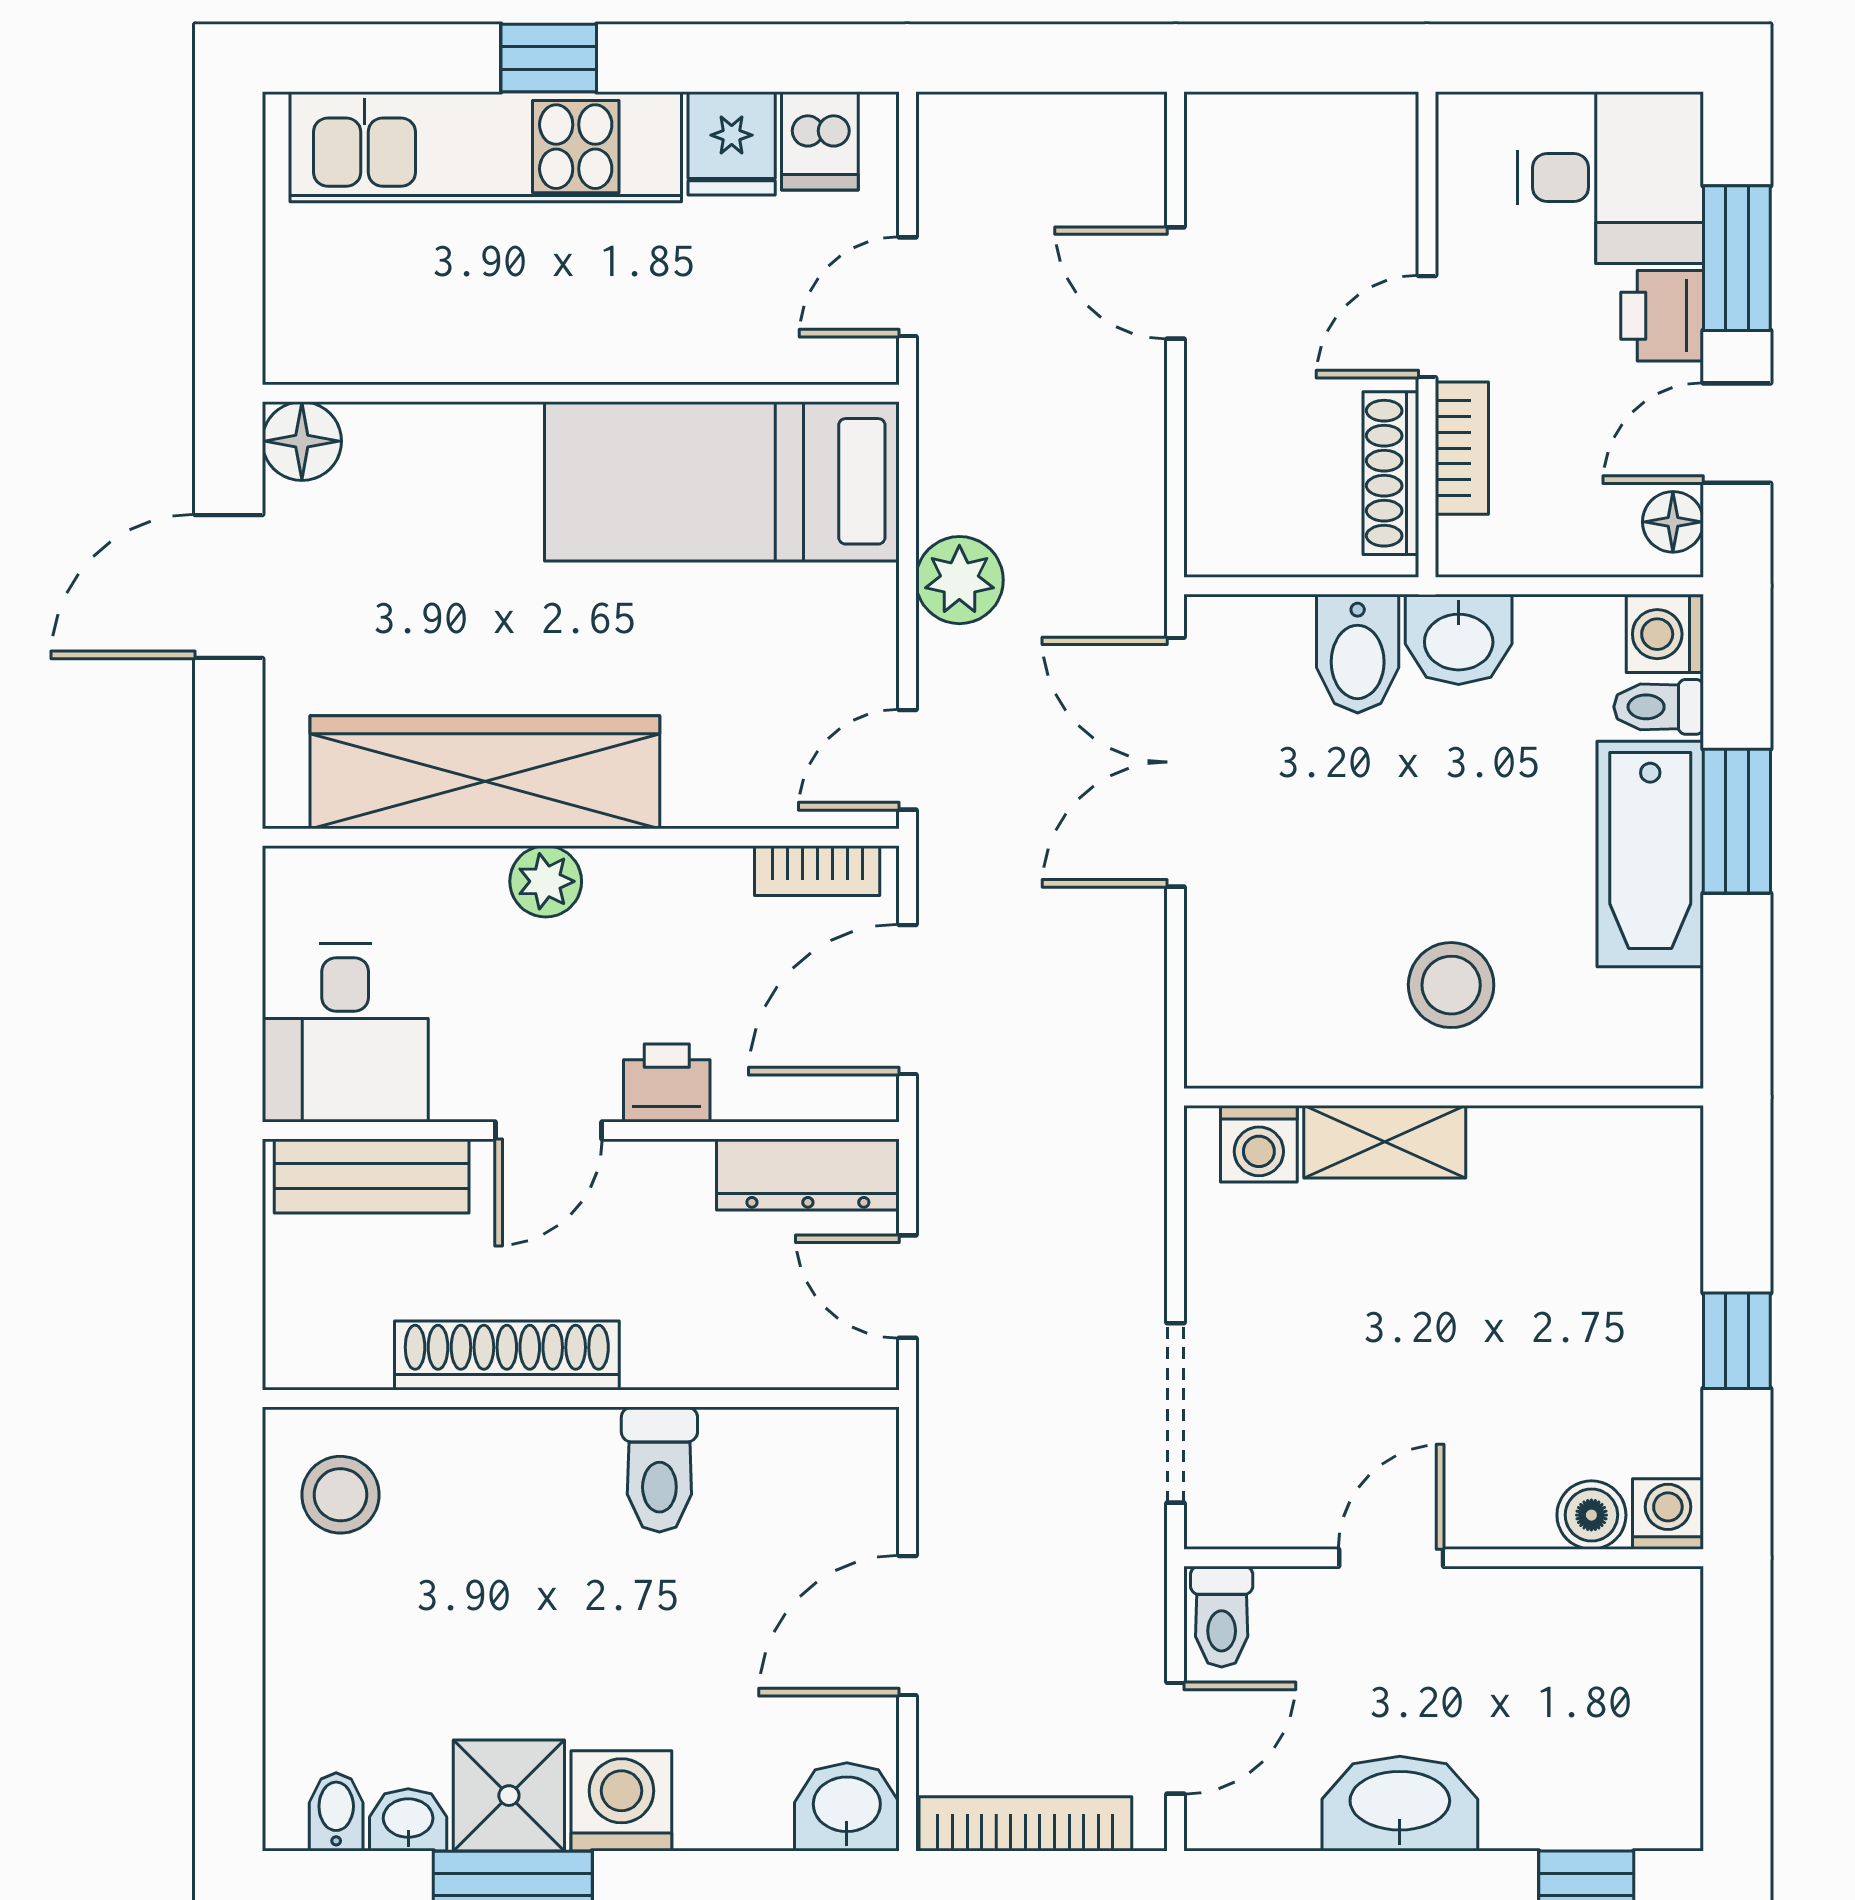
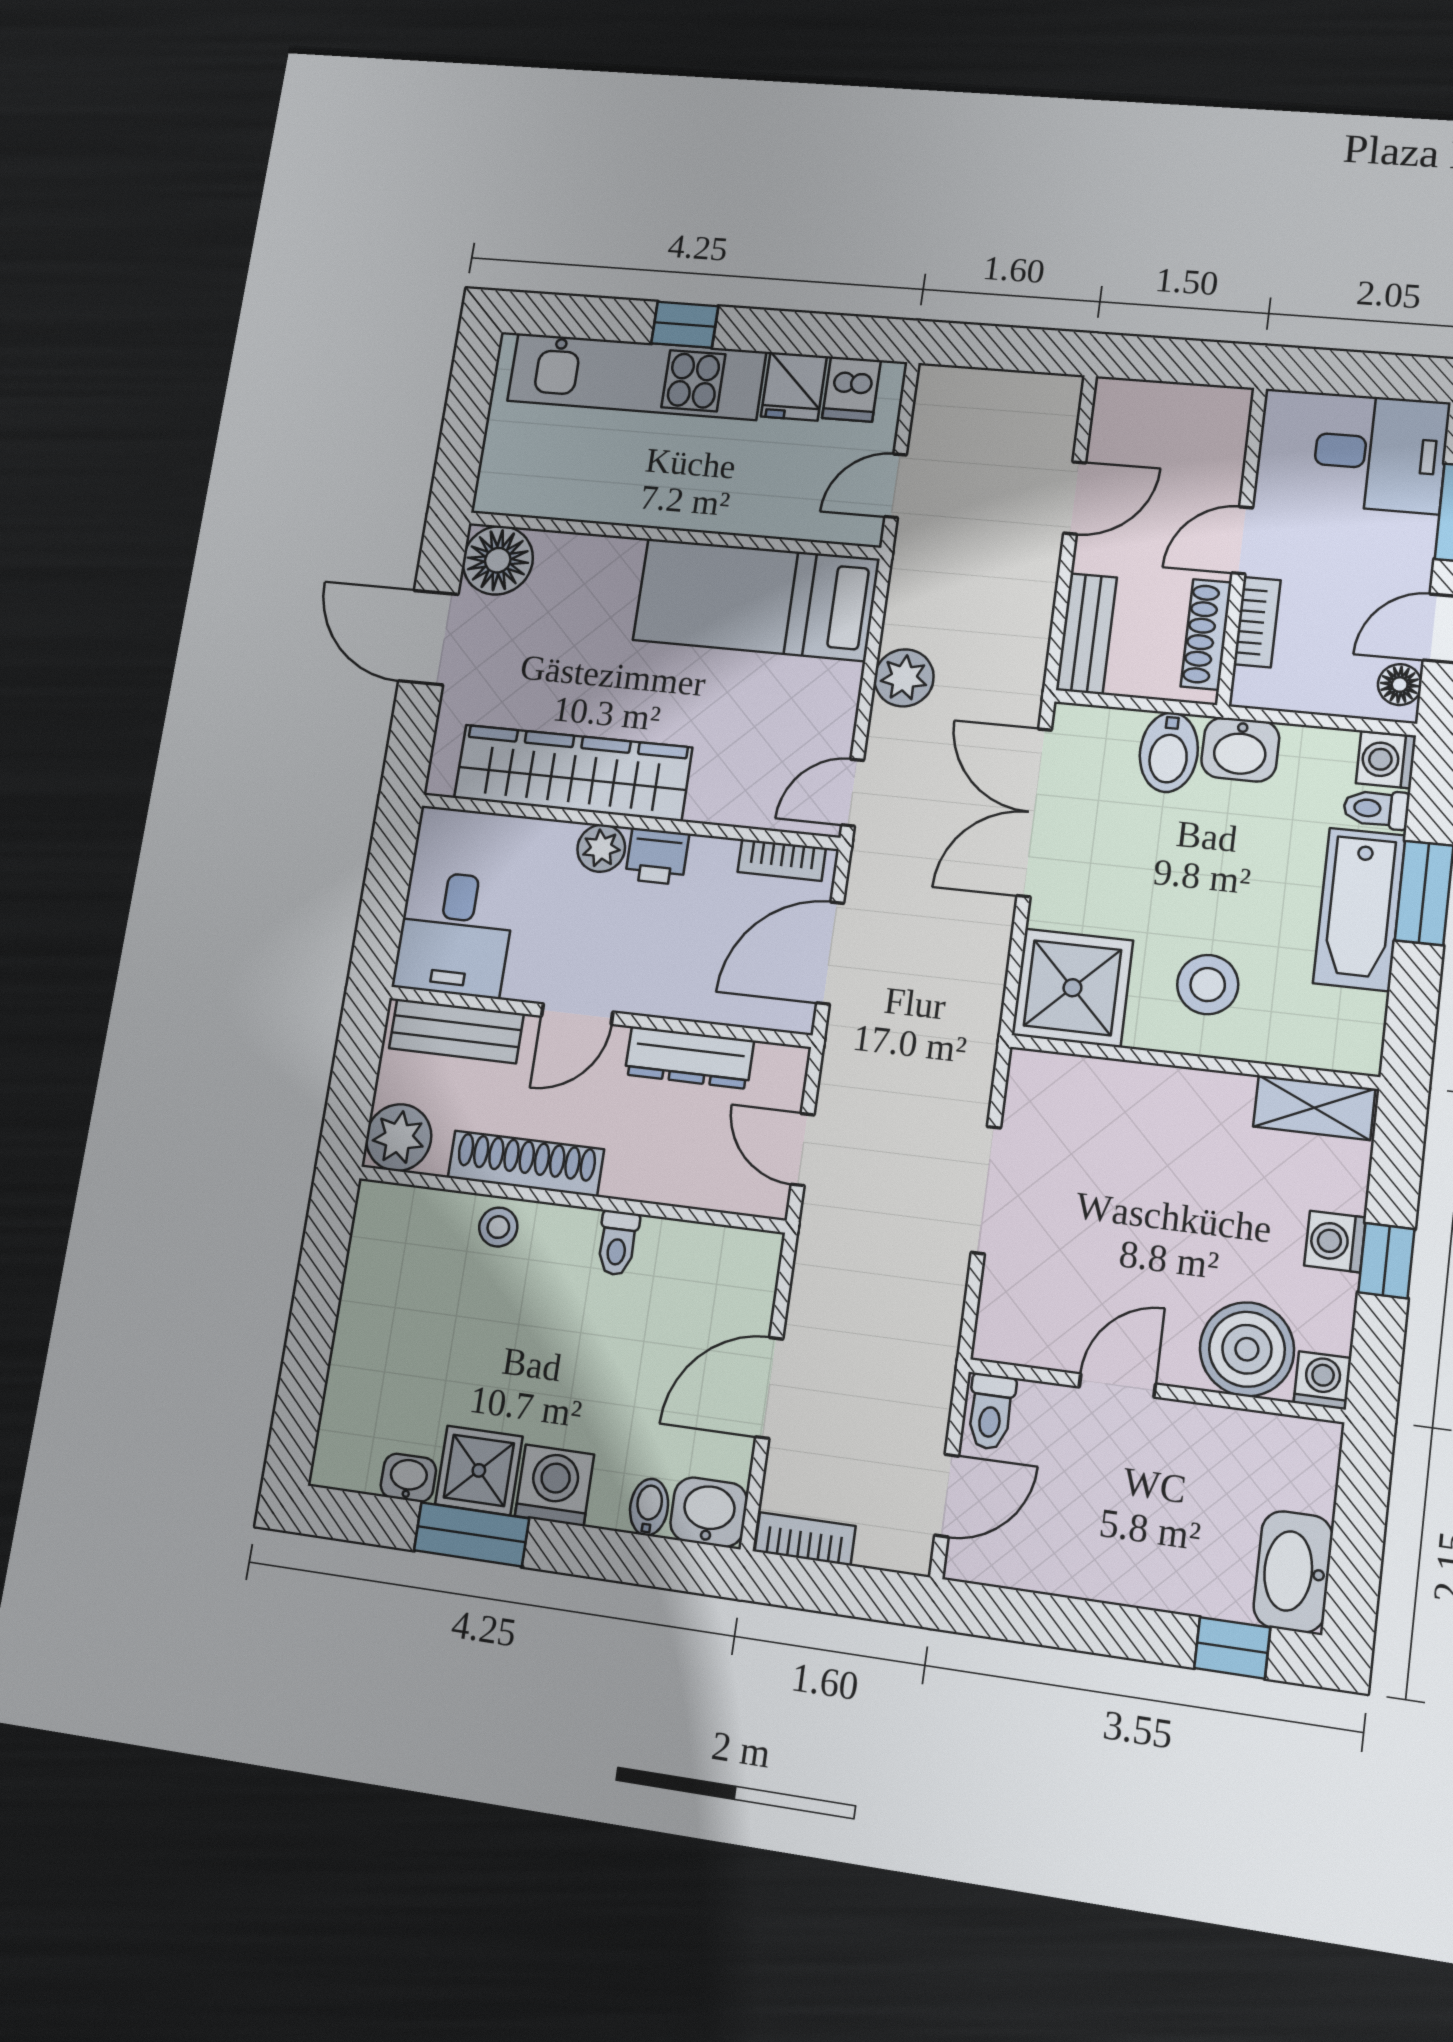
door: (1176, 283) -> (1075, 498), swing flipped
printer: (1662, 316) -> (1407, 547), removed
floor lamp: (302, 441) -> (498, 560), width x1.38, depth x1.38
bench: (1218, 488) -> (1086, 634), added
door: (229, 586) -> (428, 638), hinge flipped
shower: (1262, 1011) -> (1072, 988), added
printer: (667, 1083) -> (657, 856), moved, turned 180
shelving: (1385, 1142) -> (1314, 1108), moved
washing machine: (1259, 1144) -> (1335, 1242), moved, turned 90
dresser: (808, 1175) -> (689, 1058), moved
plant: (311, 1341) -> (399, 1138), added
doorway: (1176, 1413) -> (986, 1190), moved
toilet: (659, 1470) -> (618, 1243), width x0.73, depth x0.72
stool: (340, 1495) -> (498, 1227), moved, width x0.73, depth x0.73
boiler: (1591, 1515) -> (1247, 1349), width x1.86, depth x1.86
washbasin: (1400, 1804) -> (1293, 1572), moved, turned -90
bidet: (336, 1812) -> (649, 1507), moved
bookcase: (1025, 1824) -> (805, 1539), width x0.64

